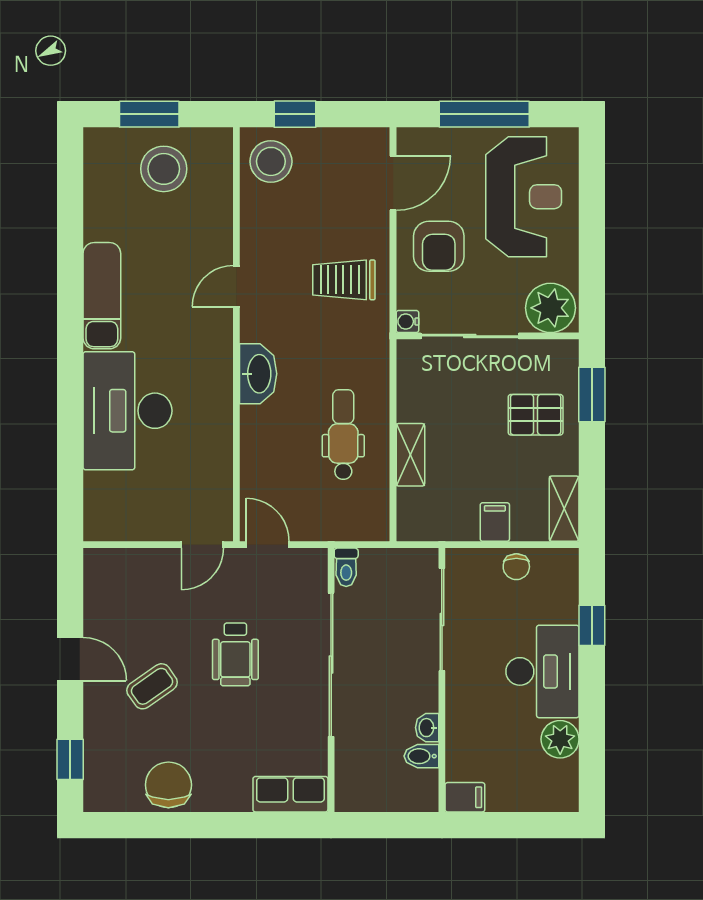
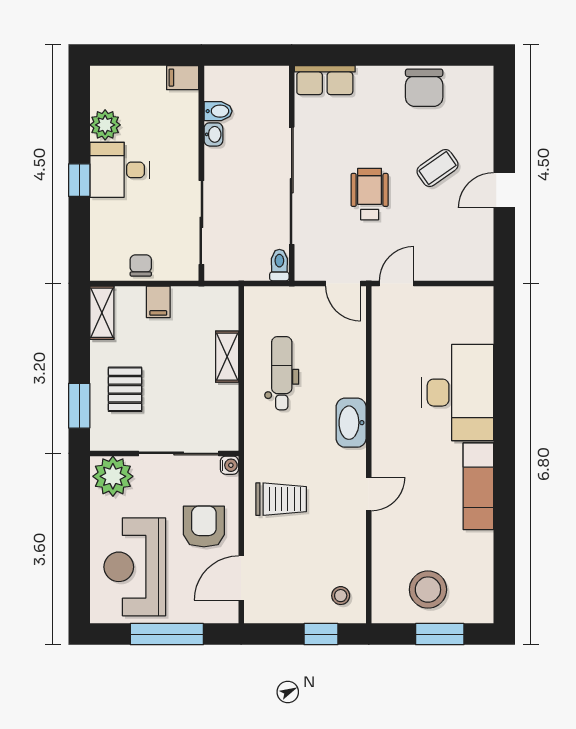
stool: (271, 161) -> (341, 596), width x0.53, depth x0.53
pallet: (536, 415) -> (125, 389), turned 90
dental chair: (343, 434) -> (282, 373), turned 180
window: (592, 625) -> (79, 180), moved
door: (70, 659) -> (504, 190), hinge flipped
desk: (542, 671) -> (119, 170), width x0.73
window: (70, 759) -> (504, 108), removed

